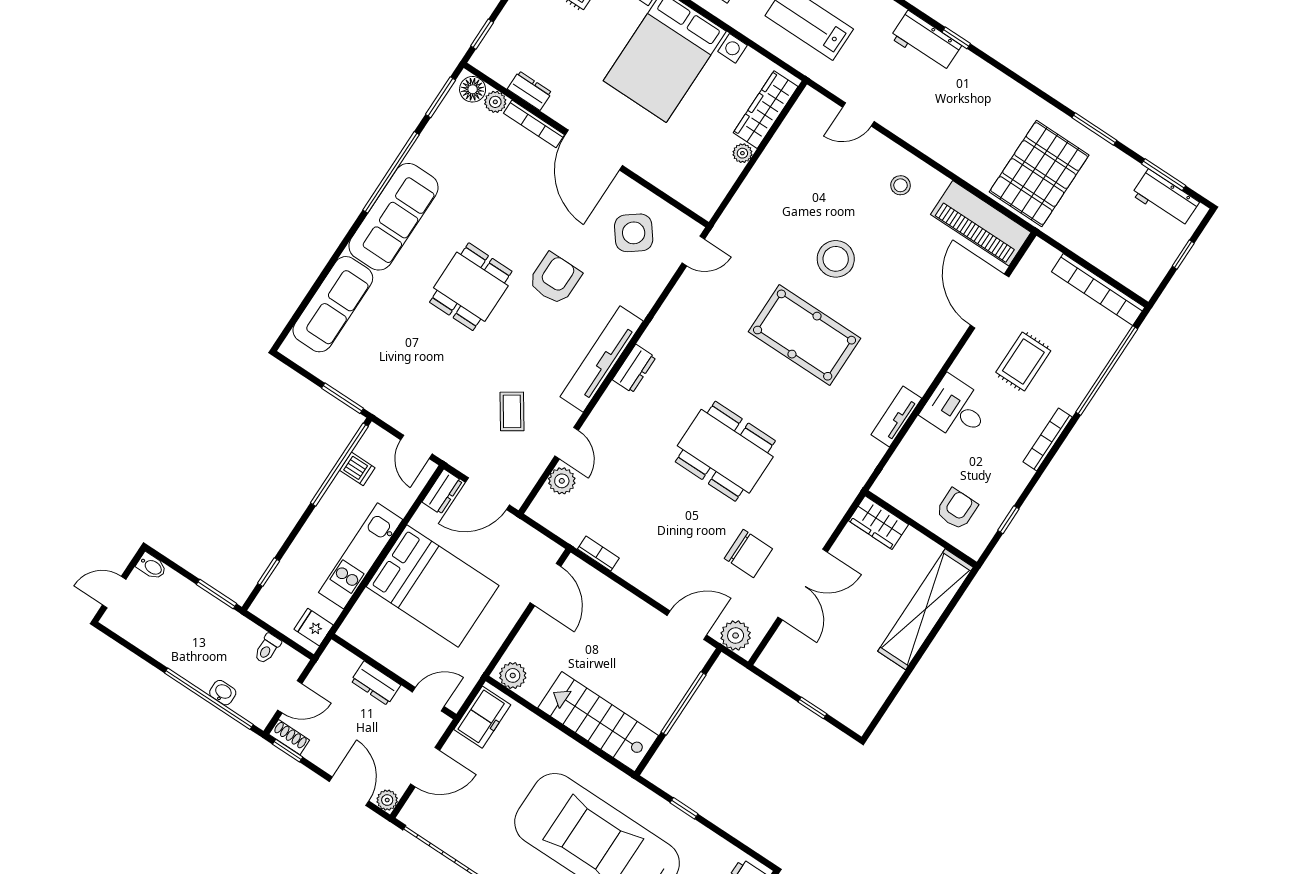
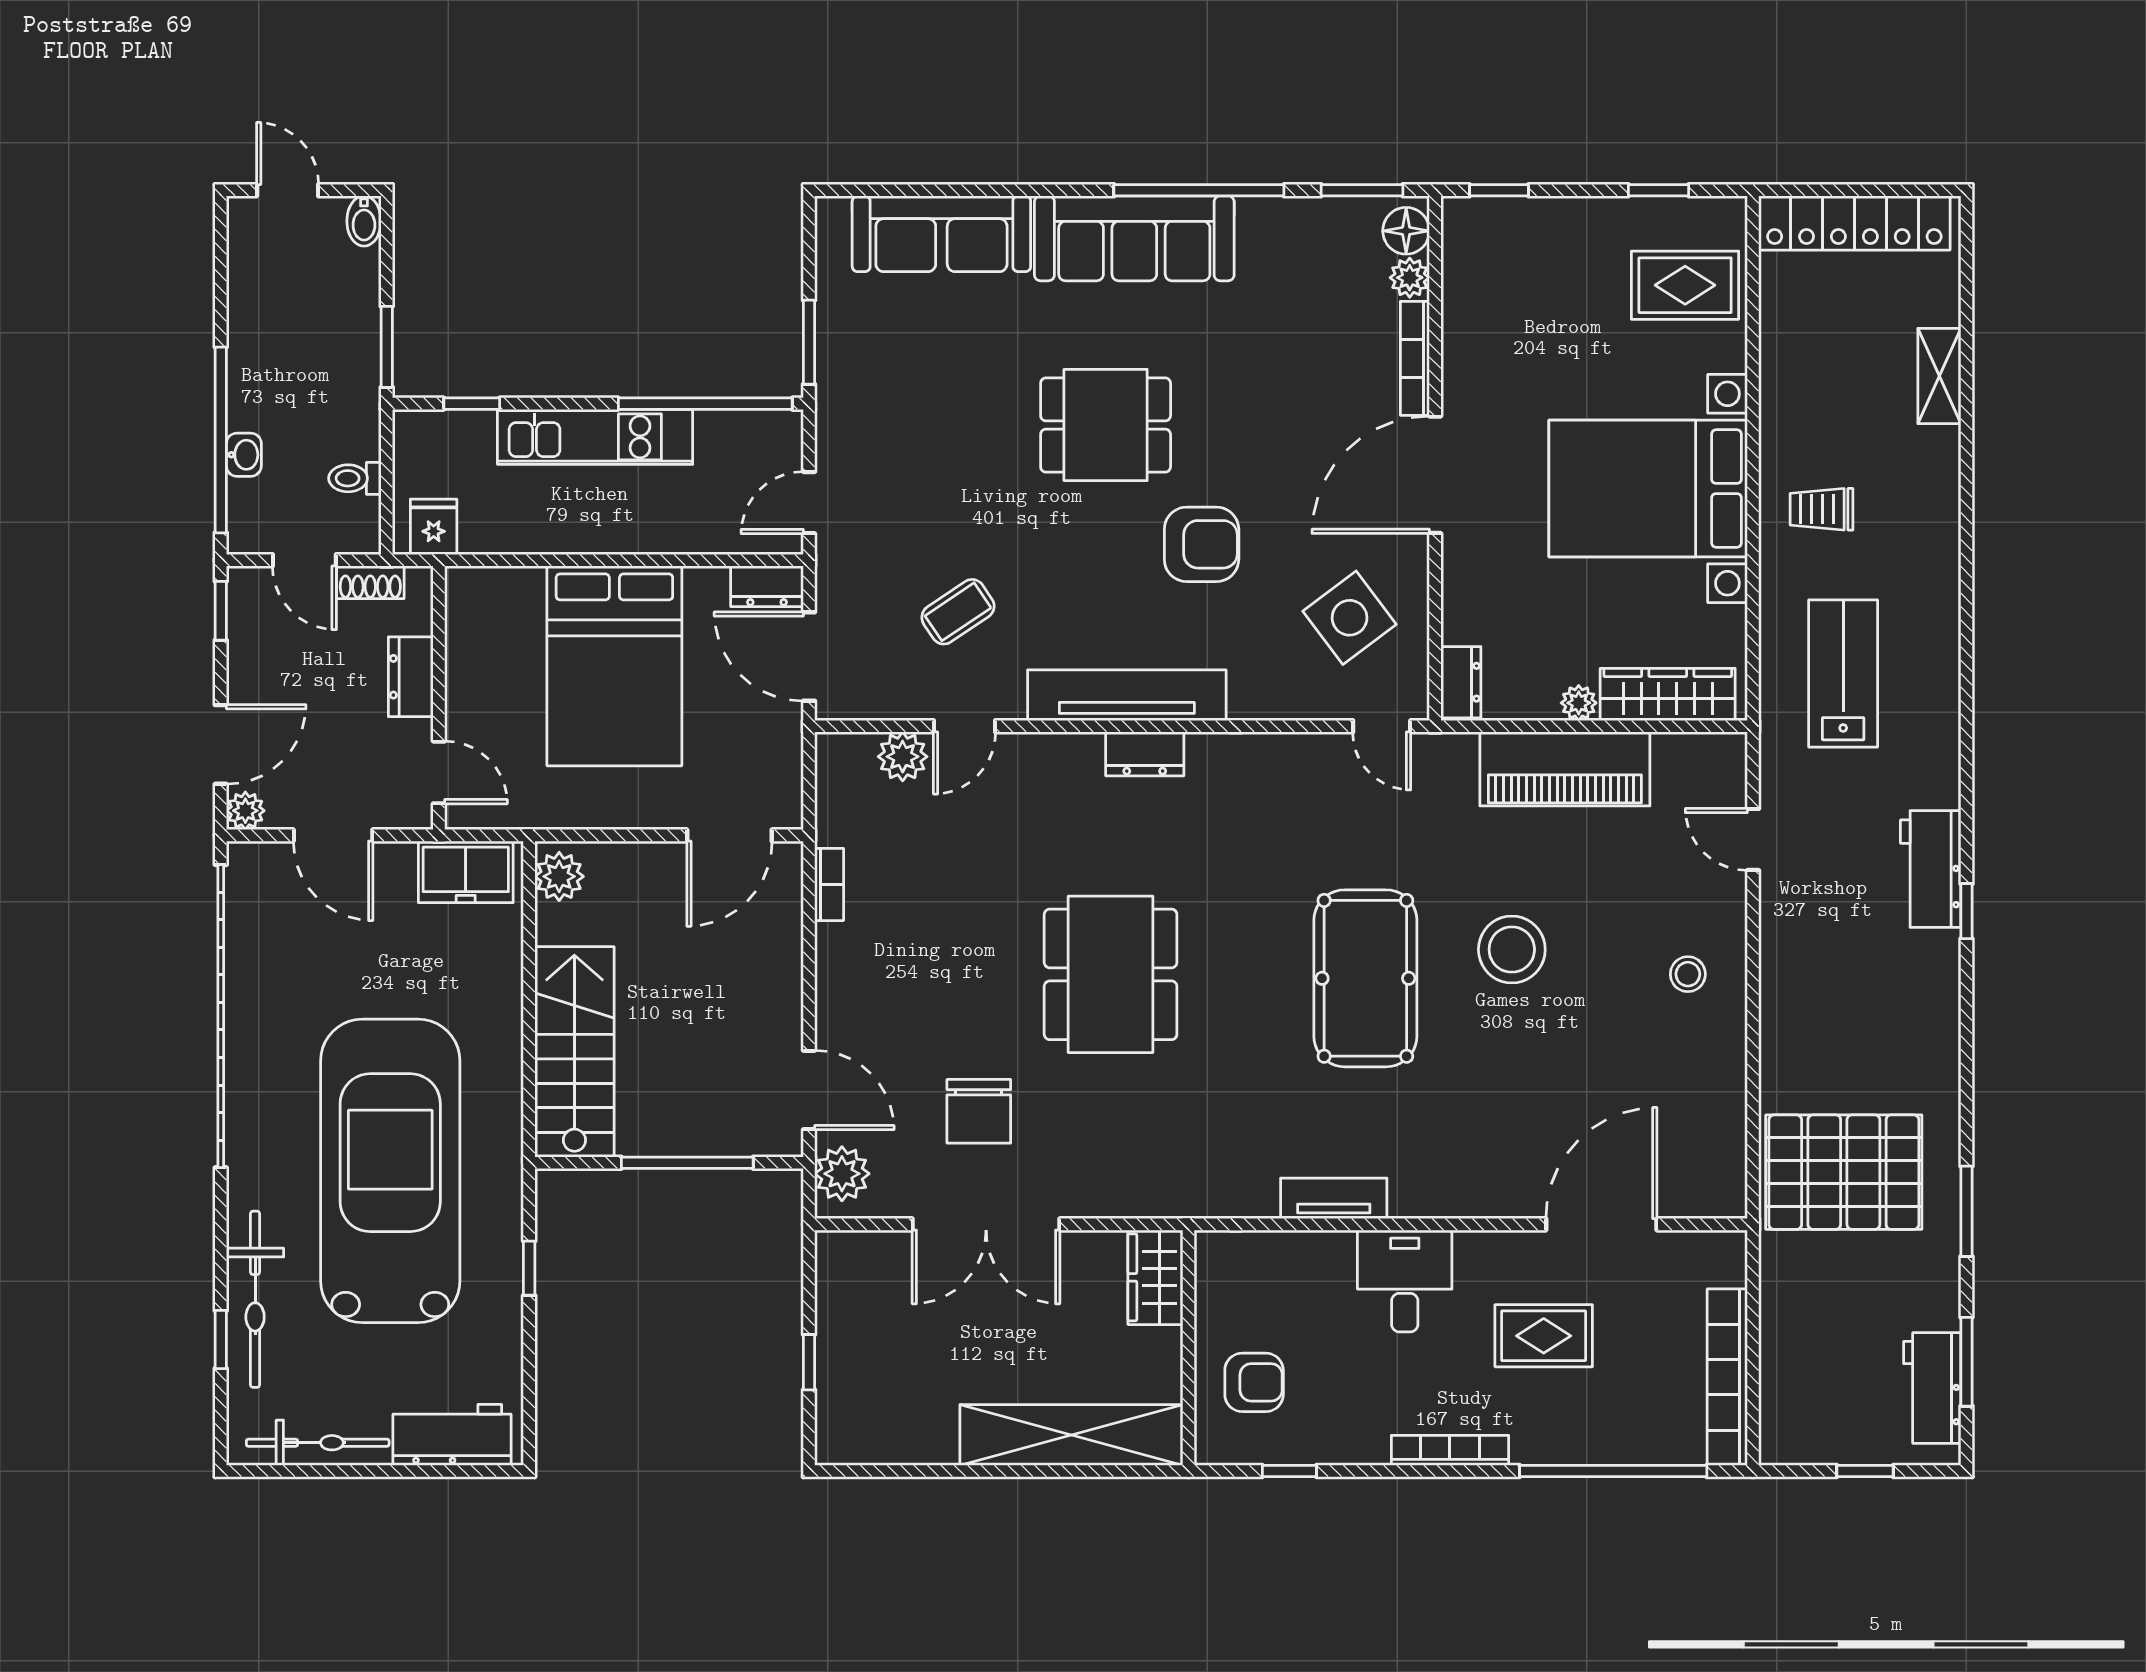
dresser: (530, 91) -> (1461, 682), moved
piano: (981, 223) -> (1565, 769), moved, turned -90
dishwasher: (357, 469) -> (716, 435), removed
kitchen unit: (361, 556) -> (595, 437), moved, turned 180
shoe rack: (289, 737) -> (370, 582), moved, turned 90

